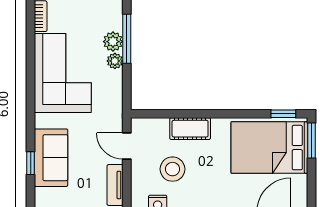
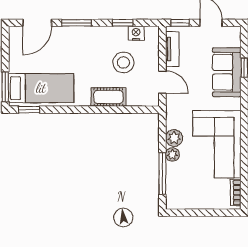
plant: (113, 42) -> (174, 138), moved
bed: (269, 148) -> (41, 88), width x0.67

